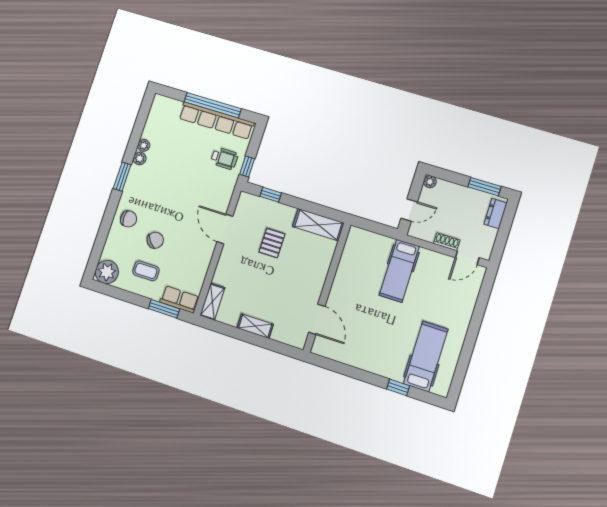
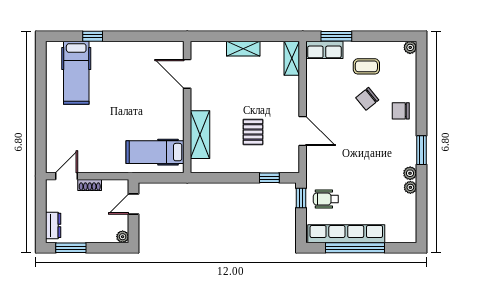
shelving: (318, 225) -> (200, 135), moved, turned 90
hospital bed: (399, 271) -> (155, 152), moved, turned -90
plant: (107, 272) -> (410, 47), width x0.53, depth x0.53

